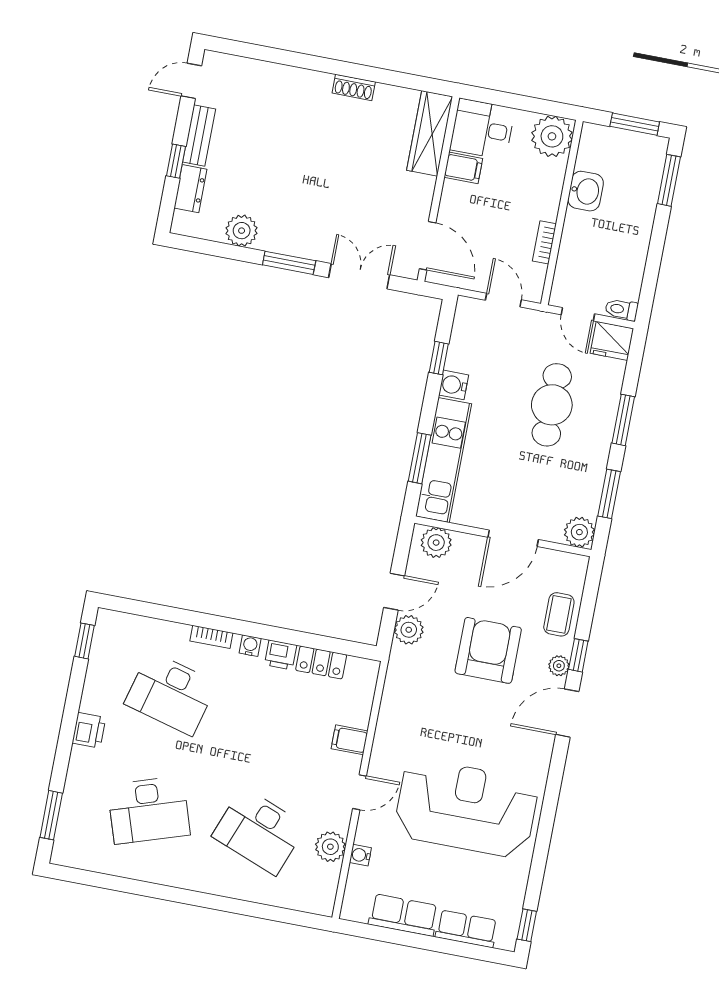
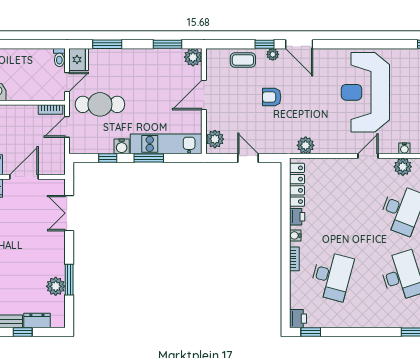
bookcase: (544, 242) -> (50, 110), moved
door: (428, 246) -> (24, 177), moved
window: (289, 263) -> (69, 280), moved
cafe table: (552, 405) -> (100, 104), moved
window: (623, 420) -> (107, 44), moved
window: (420, 458) -> (149, 158), moved
door: (513, 538) -> (204, 95), swing flipped
plant: (409, 630) -> (306, 145), moved
armchair: (488, 650) -> (272, 97), width x0.53, depth x0.53
locker: (321, 662) -> (297, 185), width x1.53
printer: (89, 730) -> (298, 319), moved, turned 90
filing cabinet: (350, 740) -> (339, 167), removed
door: (360, 792) -> (368, 156), hinge flipped

